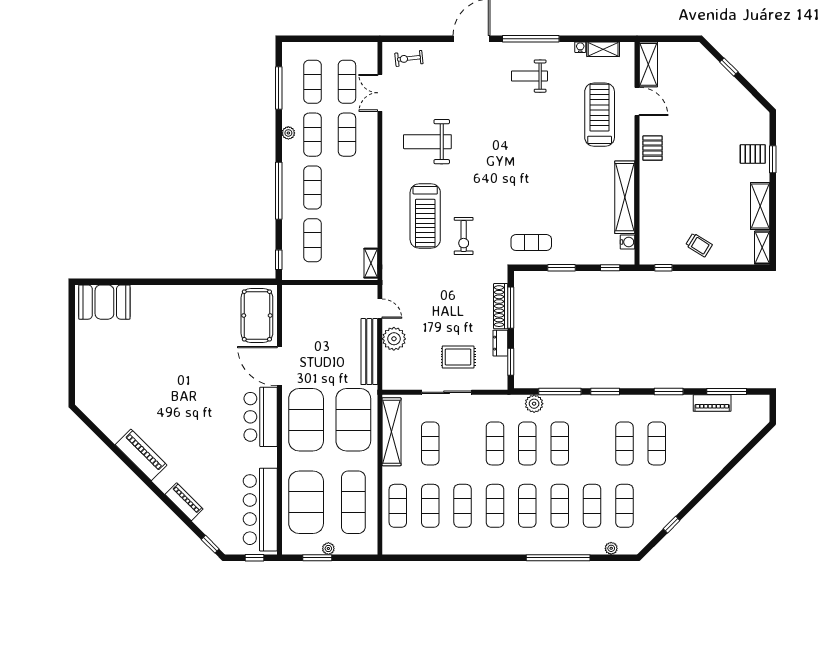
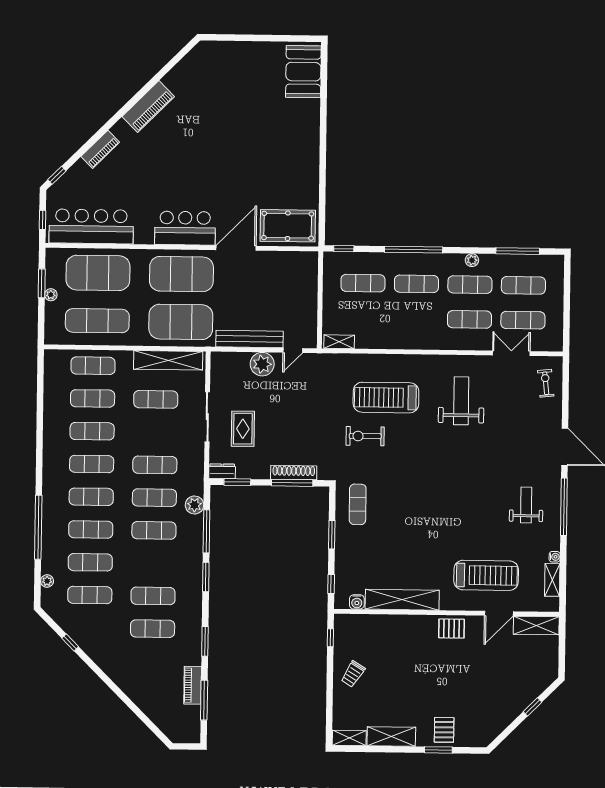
dresser: (500, 343) -> (222, 471), moved

